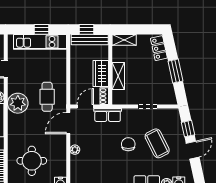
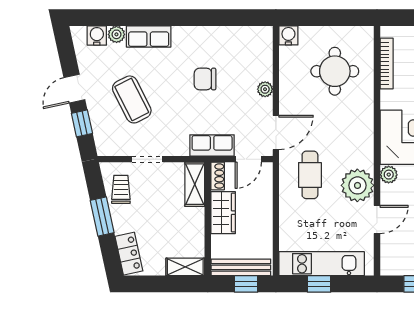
shelving: (118, 76) -> (195, 184), moved
trolley: (164, 88) -> (121, 189), added
plant: (18, 103) -> (357, 185), moved
chair: (128, 144) -> (205, 79), moved, turned 90

